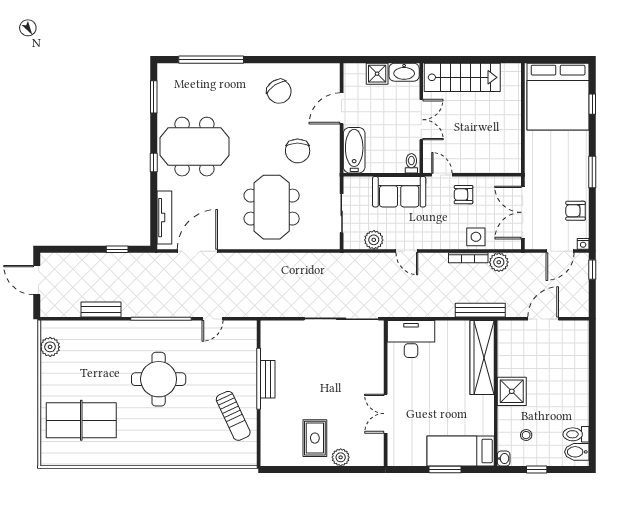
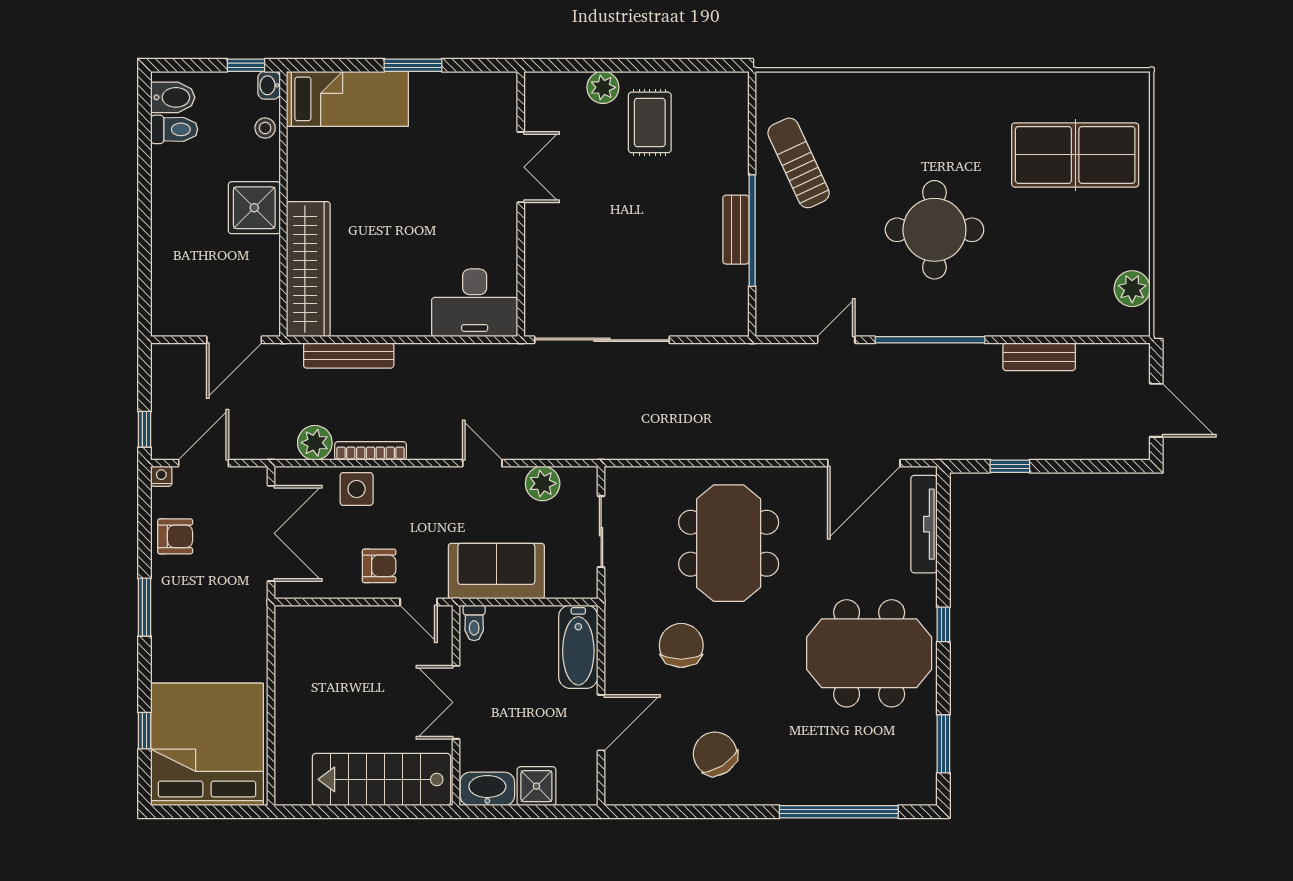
wardrobe: (482, 358) -> (308, 269), moved
shower: (512, 391) -> (254, 208), moved
wall: (496, 393) -> (283, 204), moved
bed: (461, 451) -> (347, 99), moved
washbasin: (504, 458) -> (269, 85), moved

